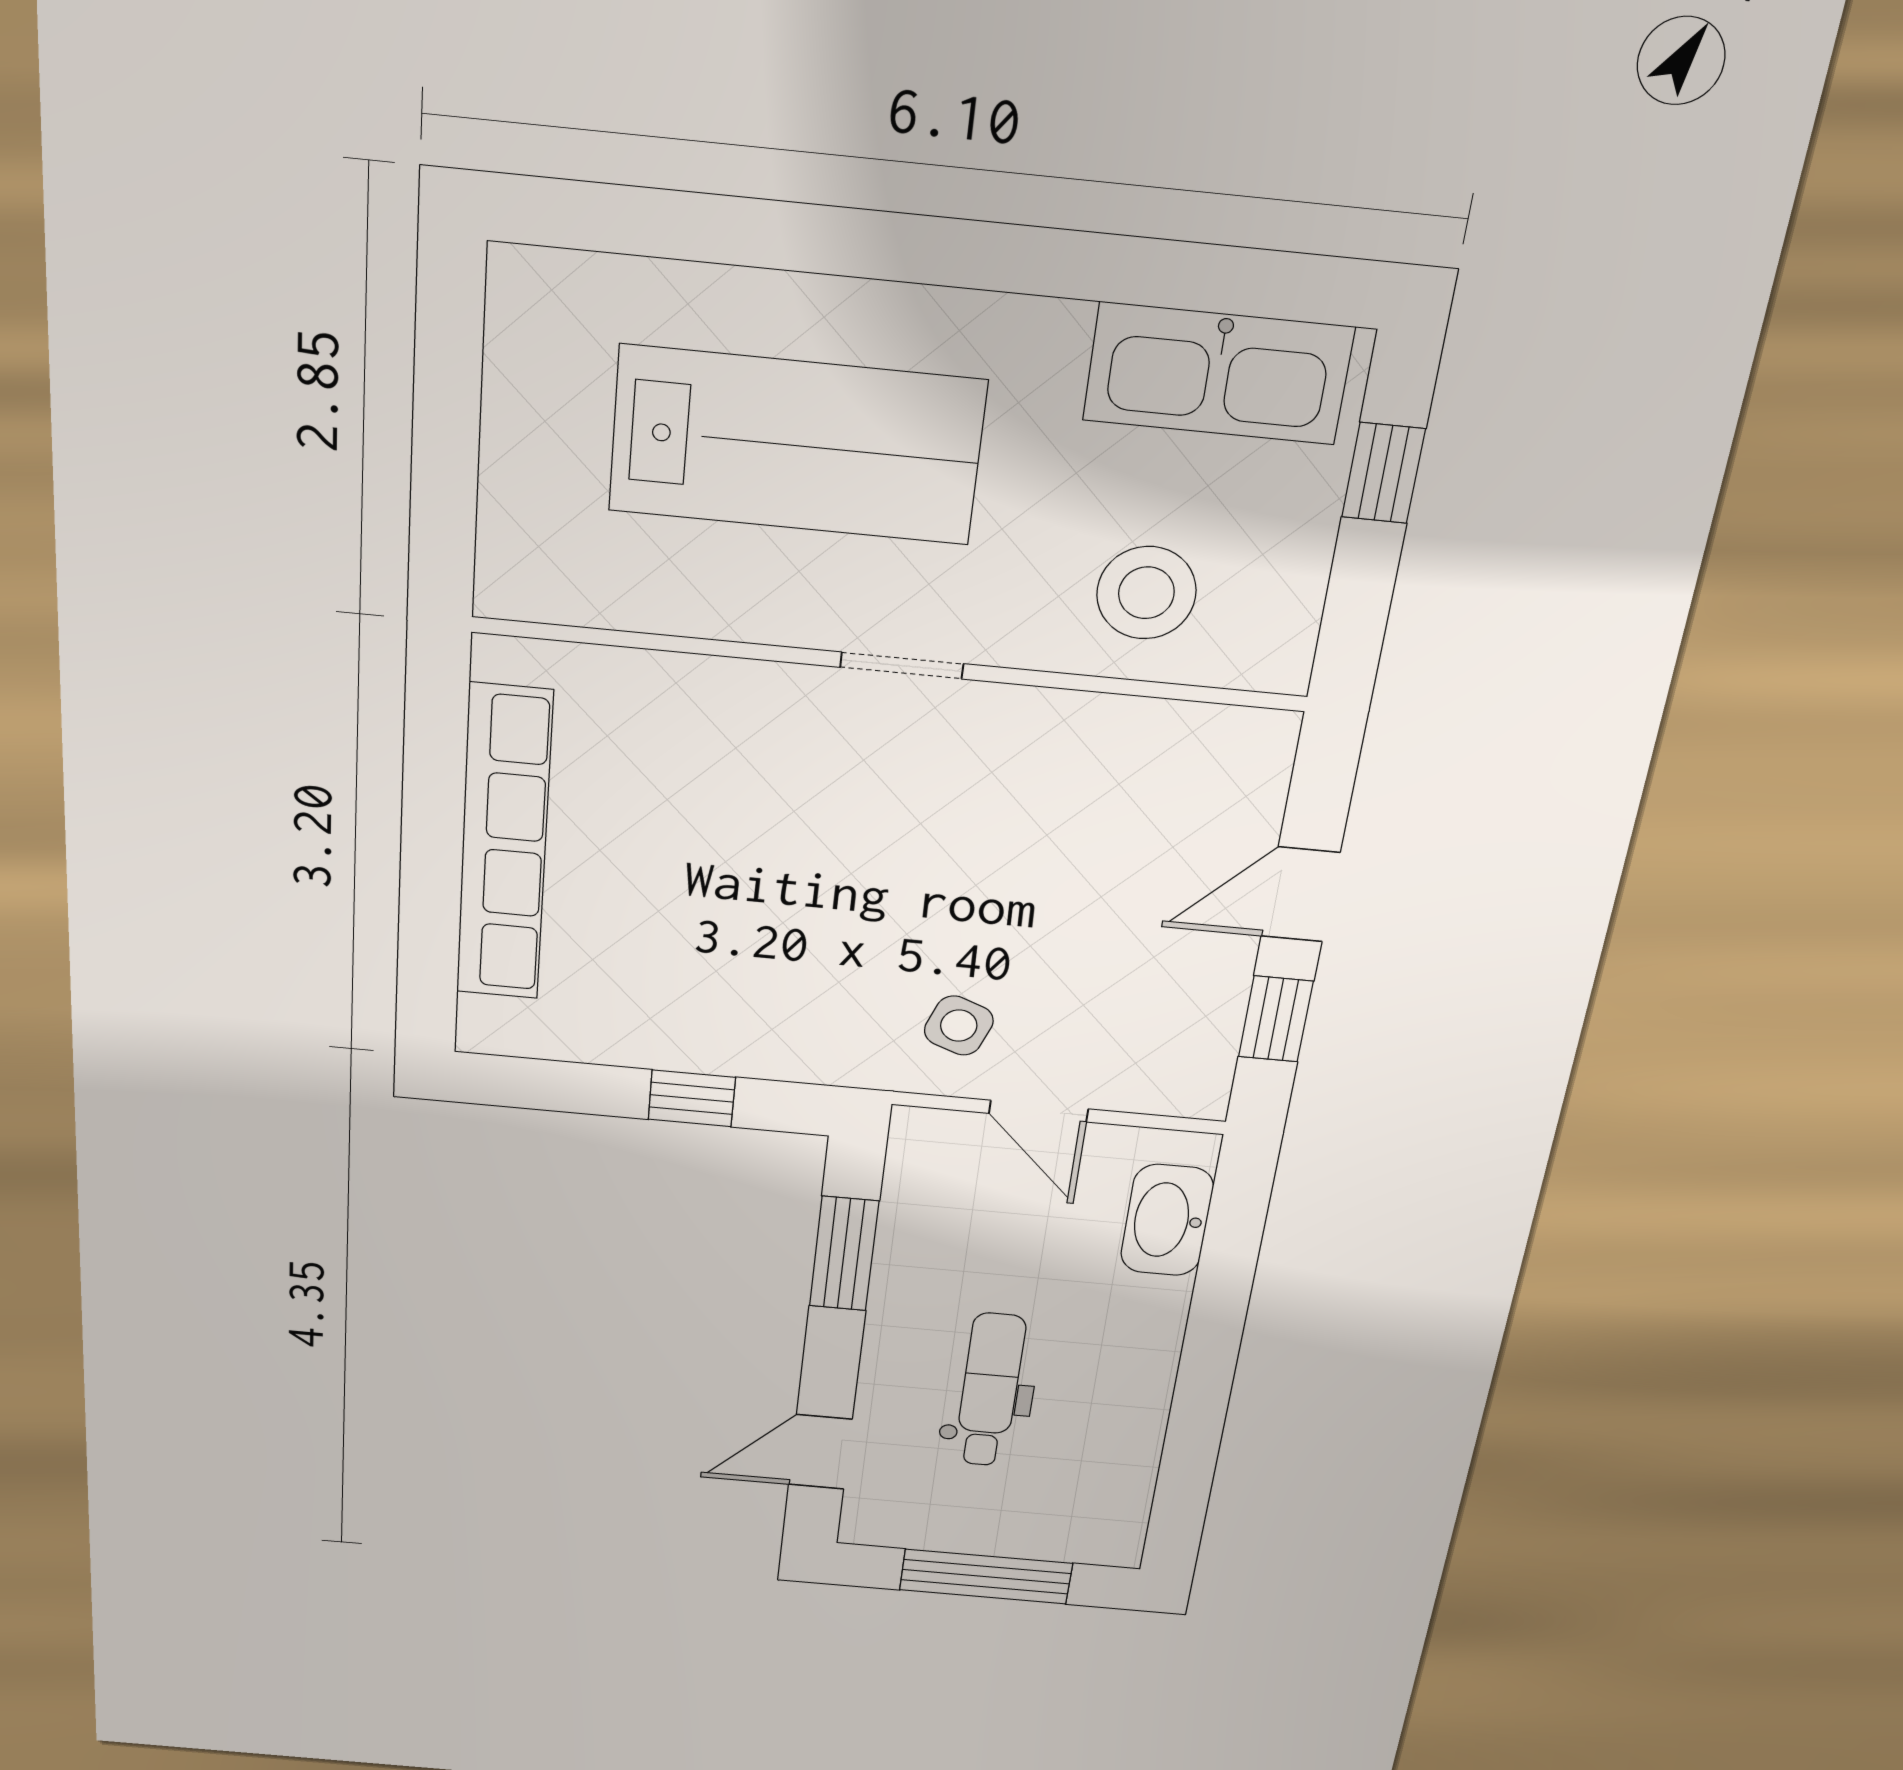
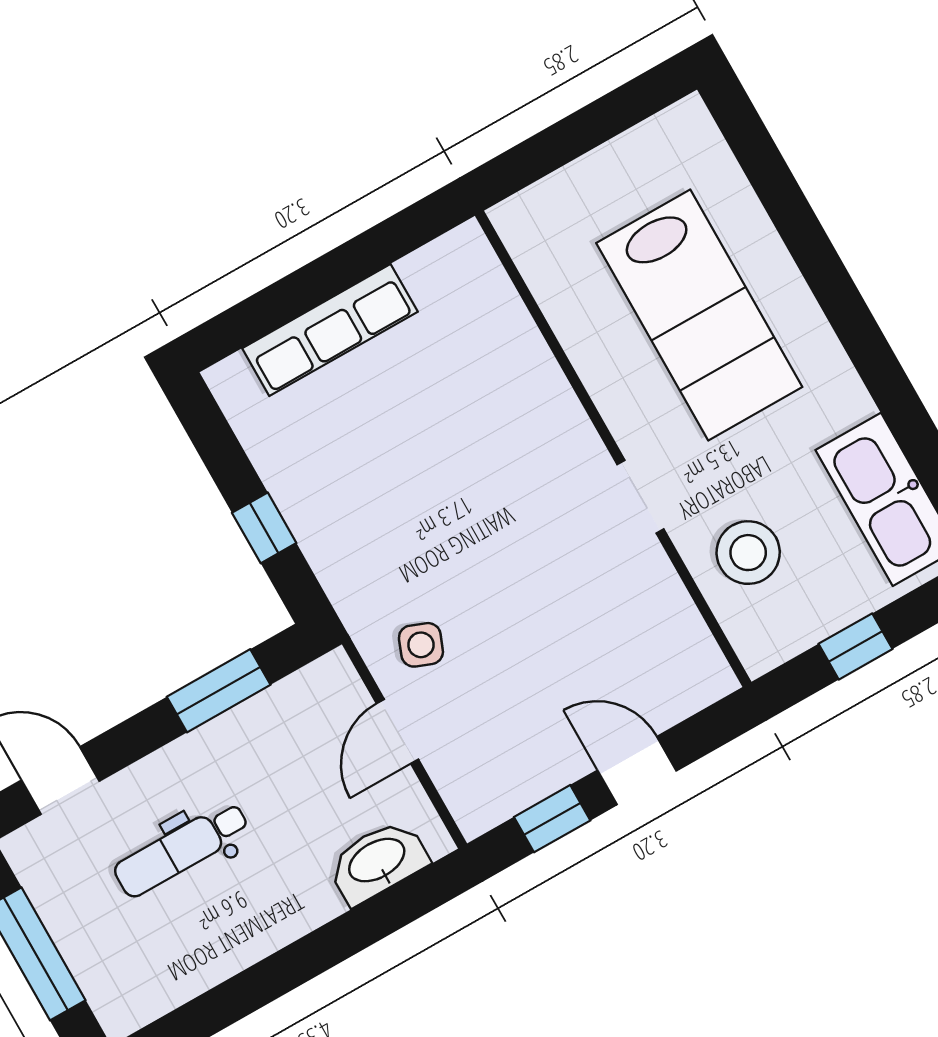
window: (1383, 473) -> (856, 646), moved
doorway: (902, 666) -> (640, 497), moved
row of seats: (504, 844) -> (330, 330), width x0.73
dental chair: (990, 1390) -> (181, 849), turned 180

